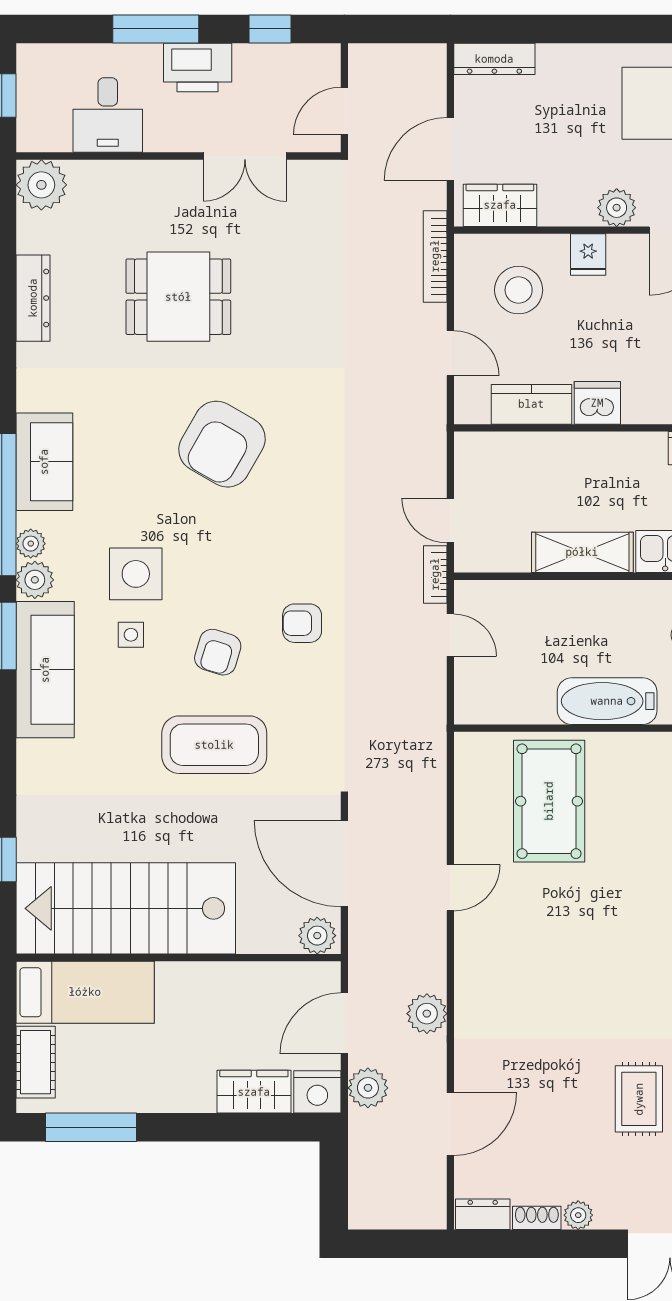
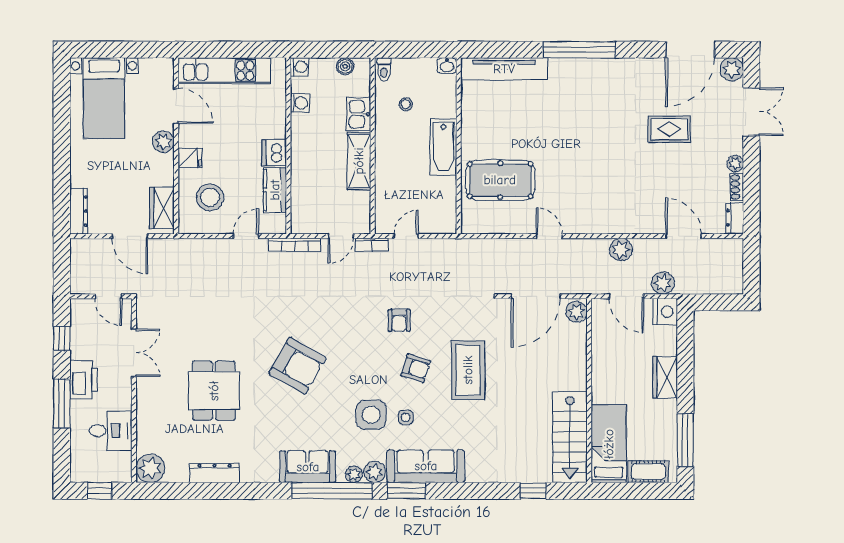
bookcase: (435, 256) -> (295, 245), moved
stairs: (126, 908) -> (570, 437), width x0.73, depth x0.66
wardrobe: (254, 1092) -> (665, 377), moved

